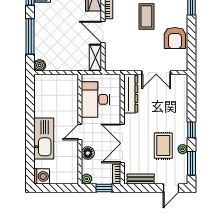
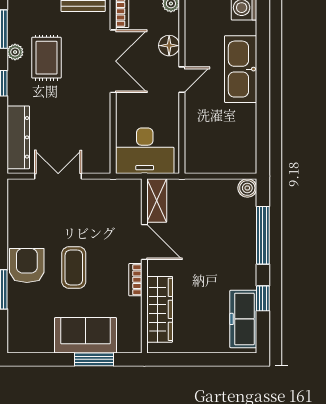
armchair: (175, 38) -> (27, 266), moved
dresser: (131, 94) -> (18, 137), moved, turned 180
desk: (95, 99) -> (145, 151), moved, turned 90

